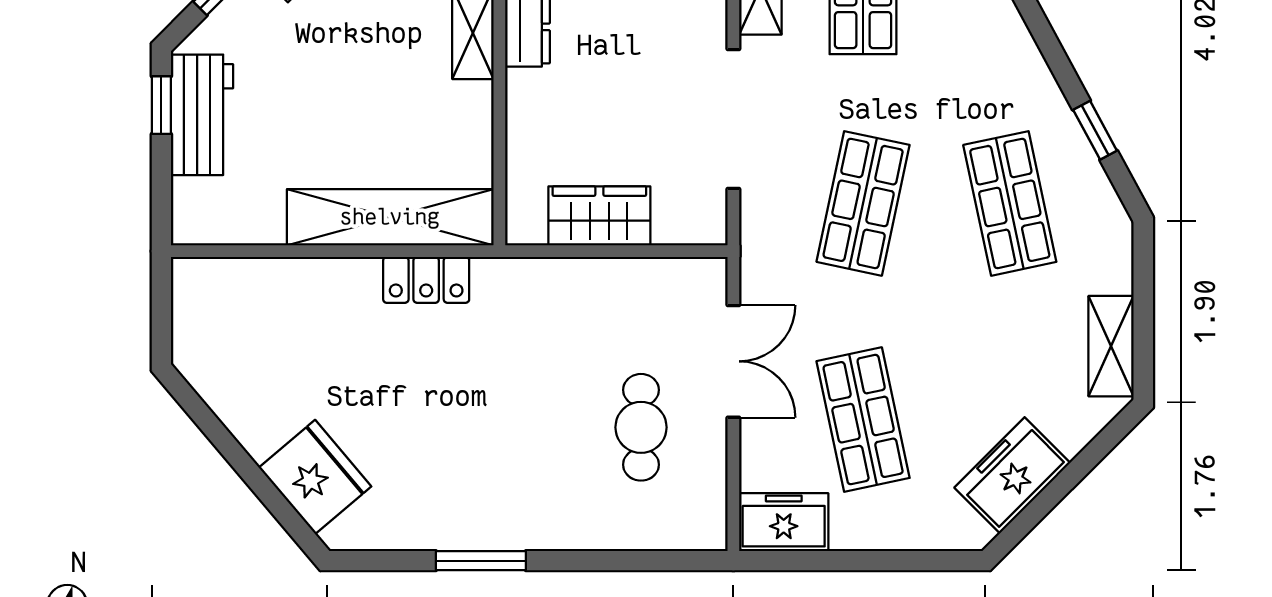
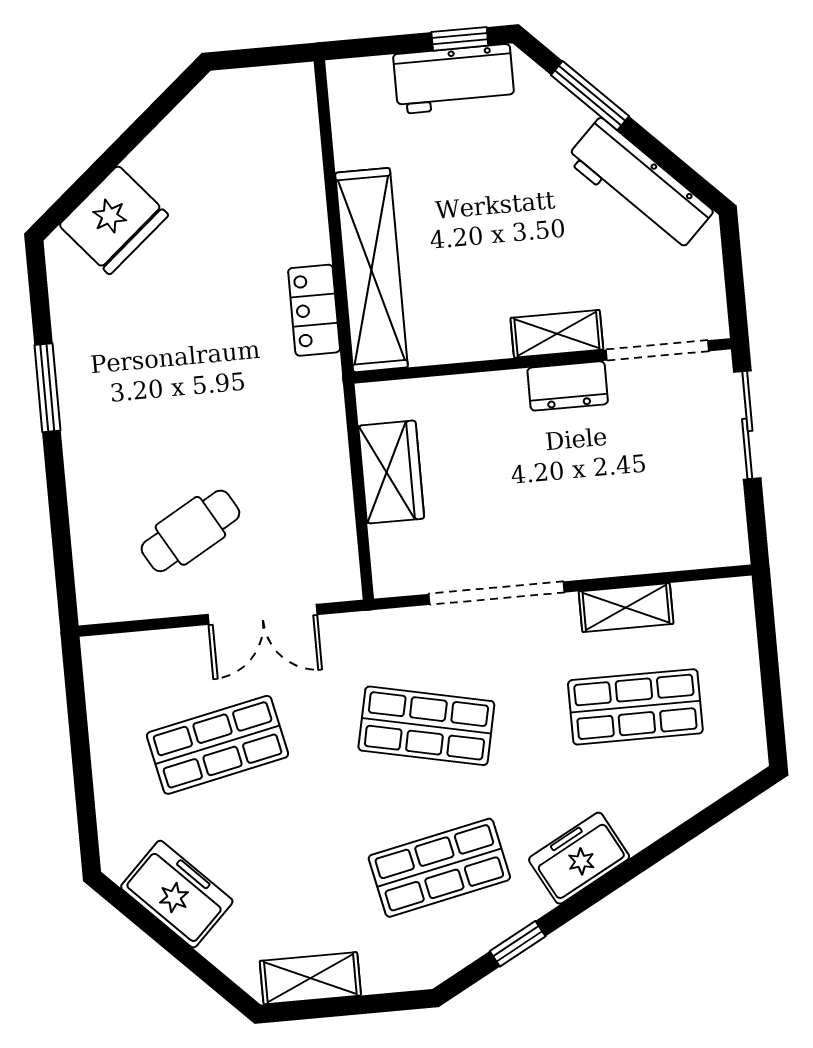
cafe table: (641, 427) -> (190, 531), turned -30
freezer: (784, 522) -> (579, 858), moved, turned -118

